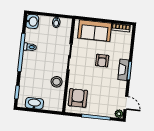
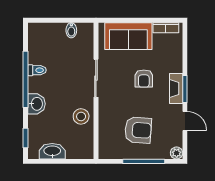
washbasin: (32, 21) -> (36, 104), moved
armchair: (78, 98) -> (138, 130), moved, turned 94
door: (126, 103) -> (185, 121), moved

